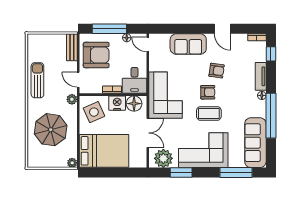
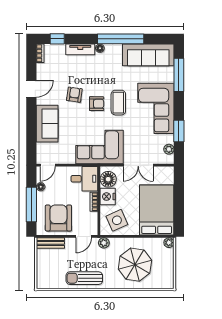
armchair: (208, 92) -> (97, 104), turned 90
double door: (148, 133) -> (138, 165), swing flipped
plant: (163, 158) -> (169, 149), width x0.53, depth x0.53

